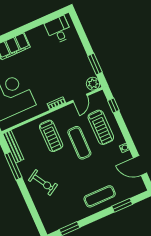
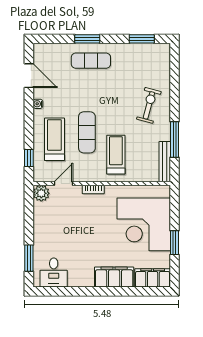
window: (95, 64) -> (29, 258), moved
exercise bike: (43, 182) -> (149, 105), turned 46
window: (122, 205) -> (87, 39), moved

